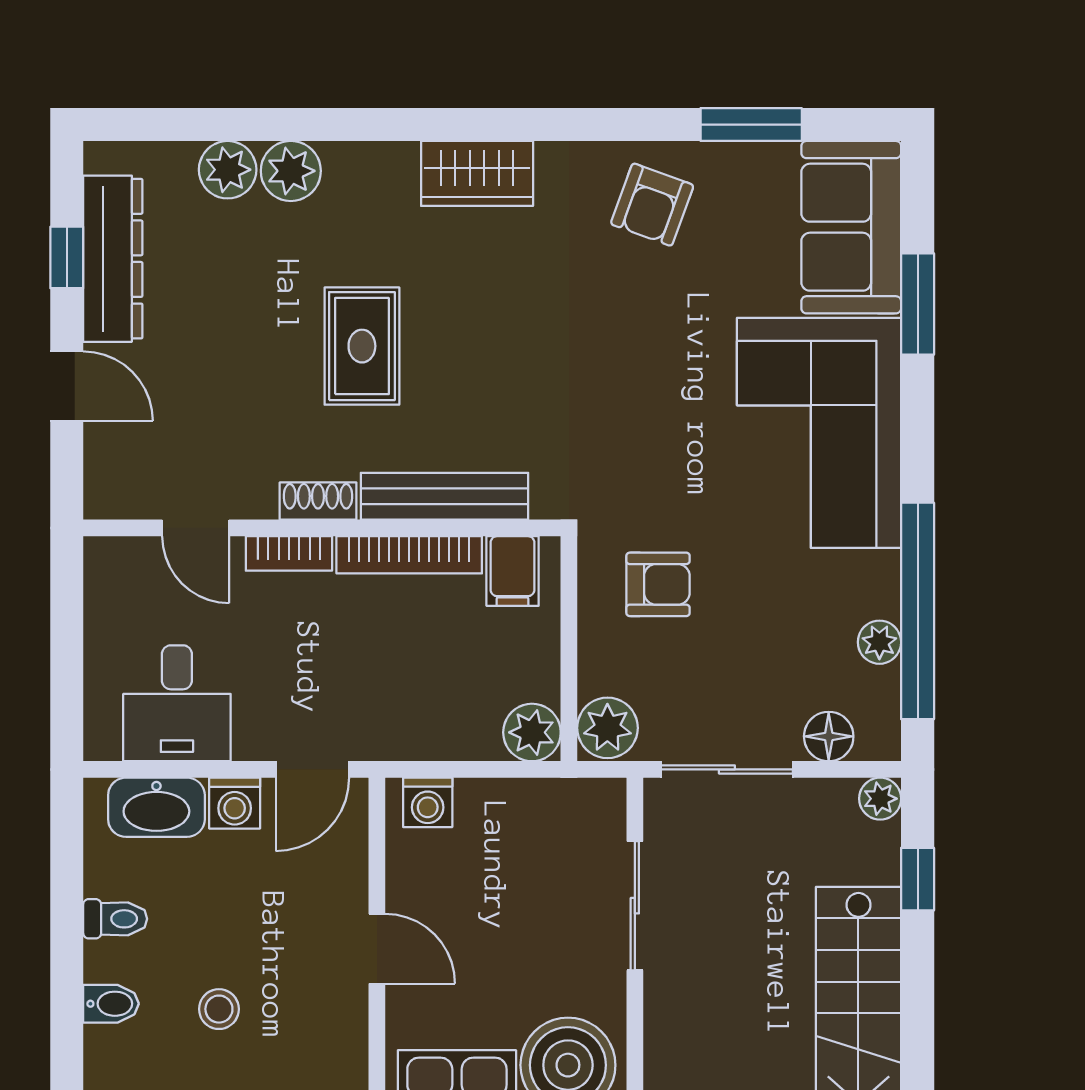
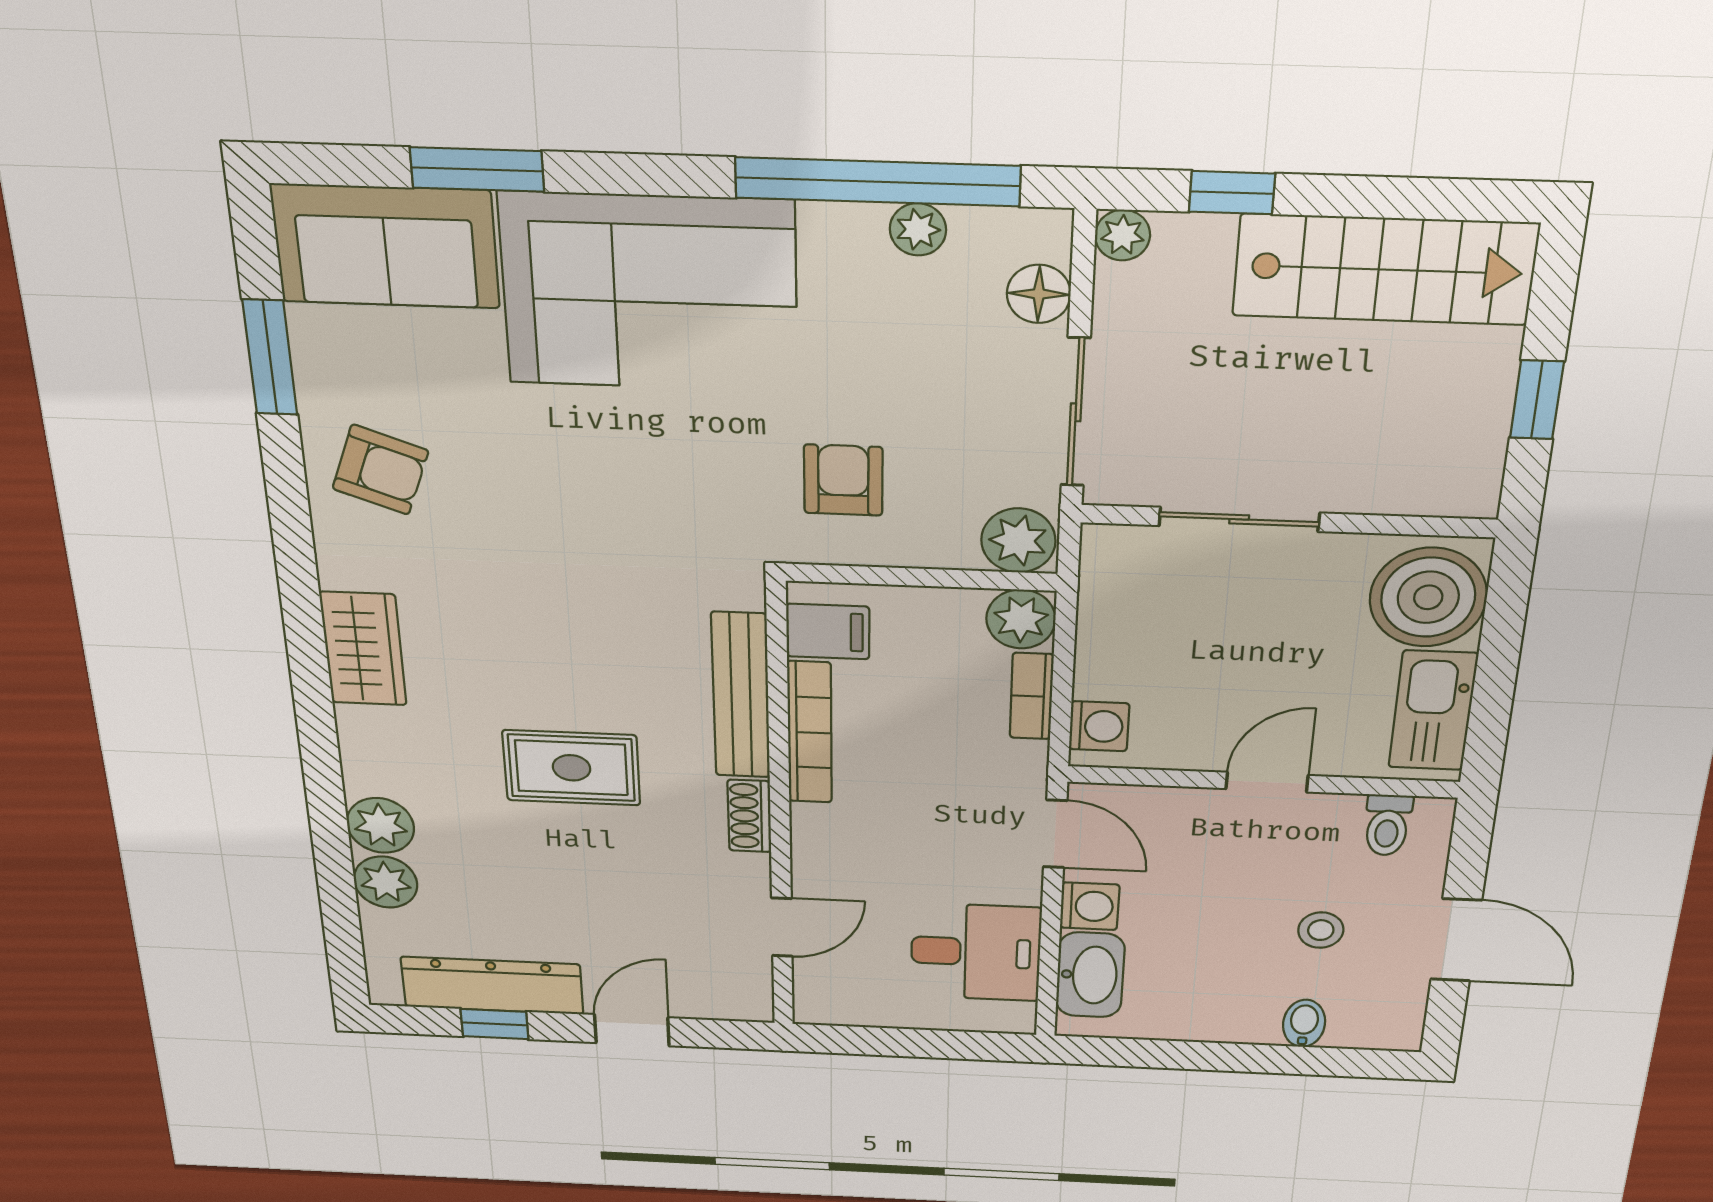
bookcase: (289, 553) -> (1032, 696), moved, turned 180
toilet: (115, 919) -> (1387, 825), moved, turned 180

